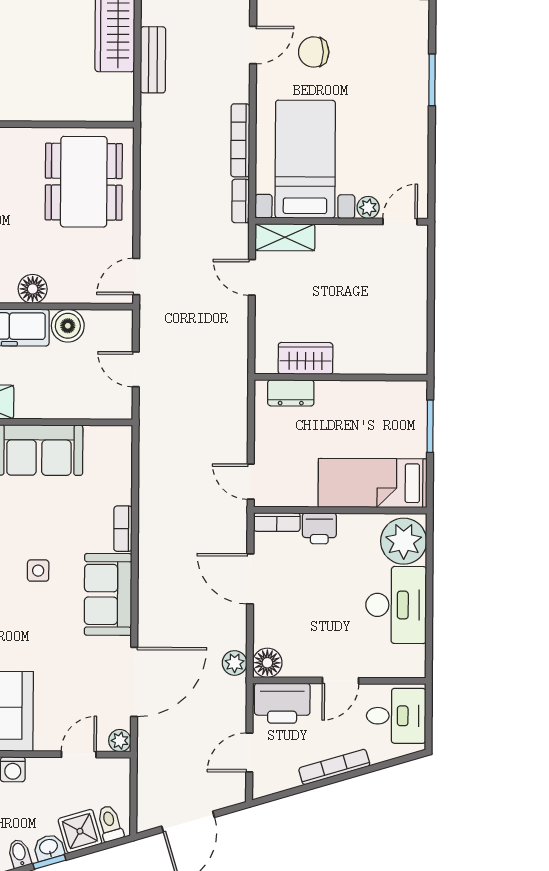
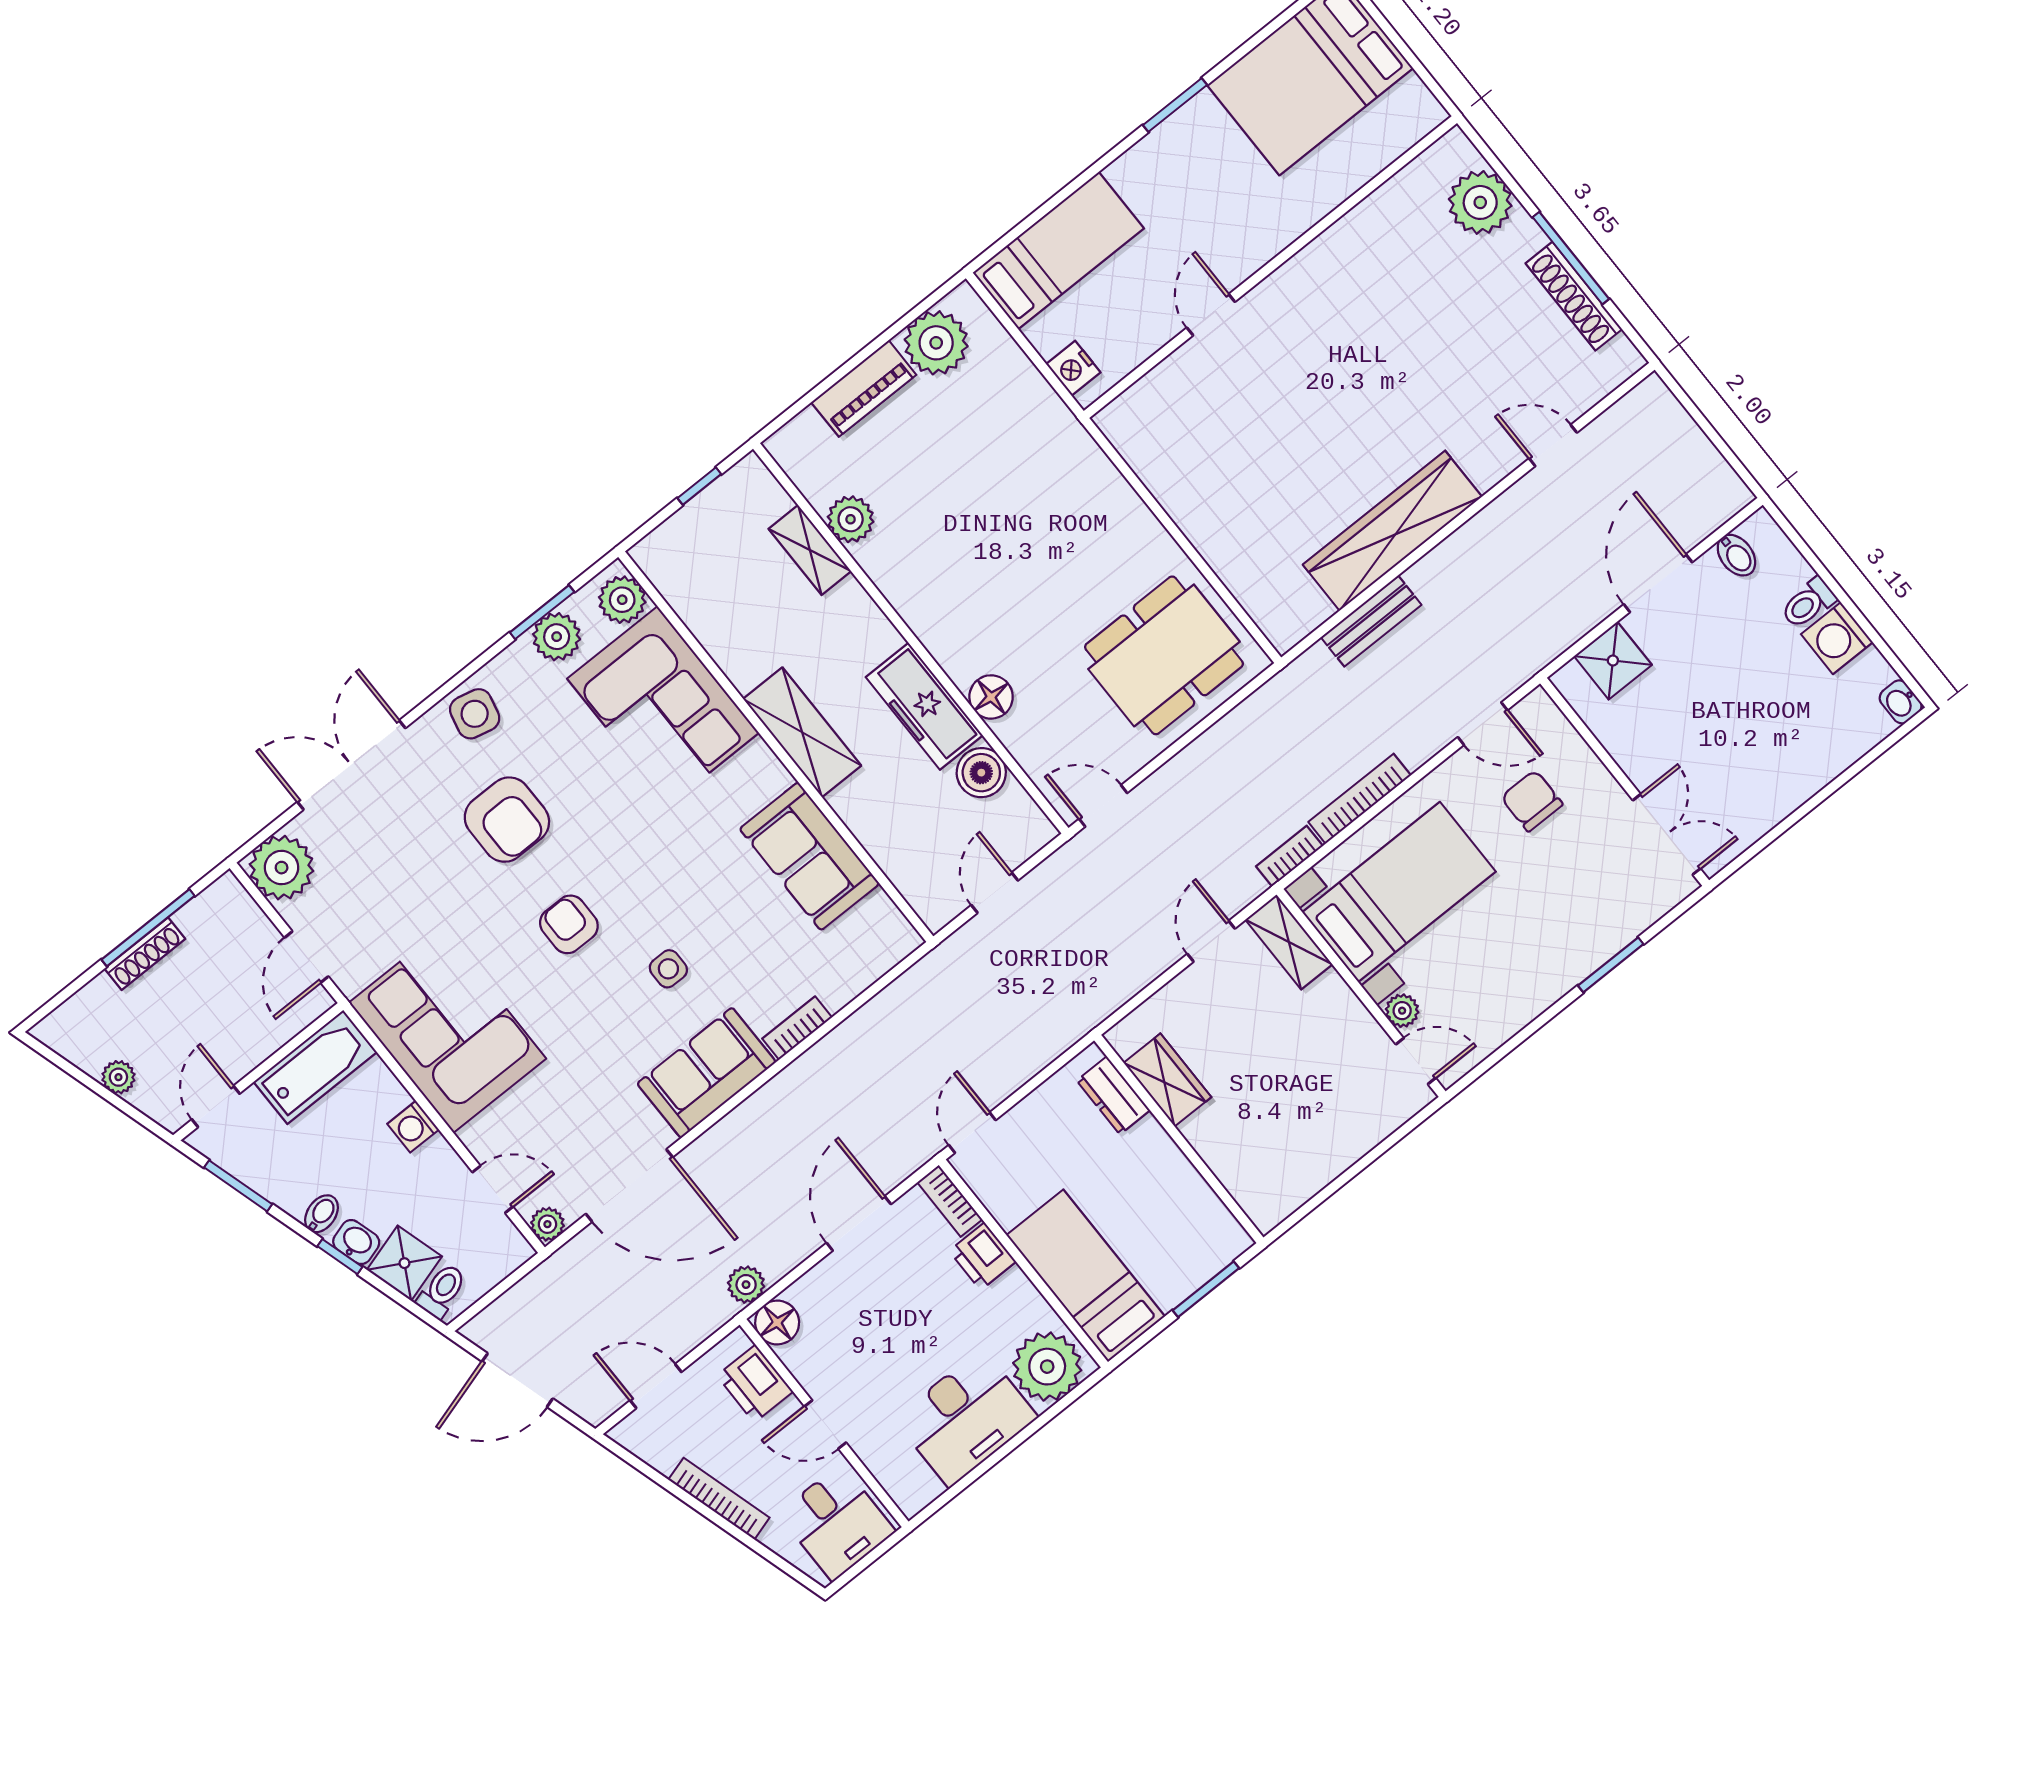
printer: (282, 703) -> (755, 1384), width x0.73, depth x0.84

